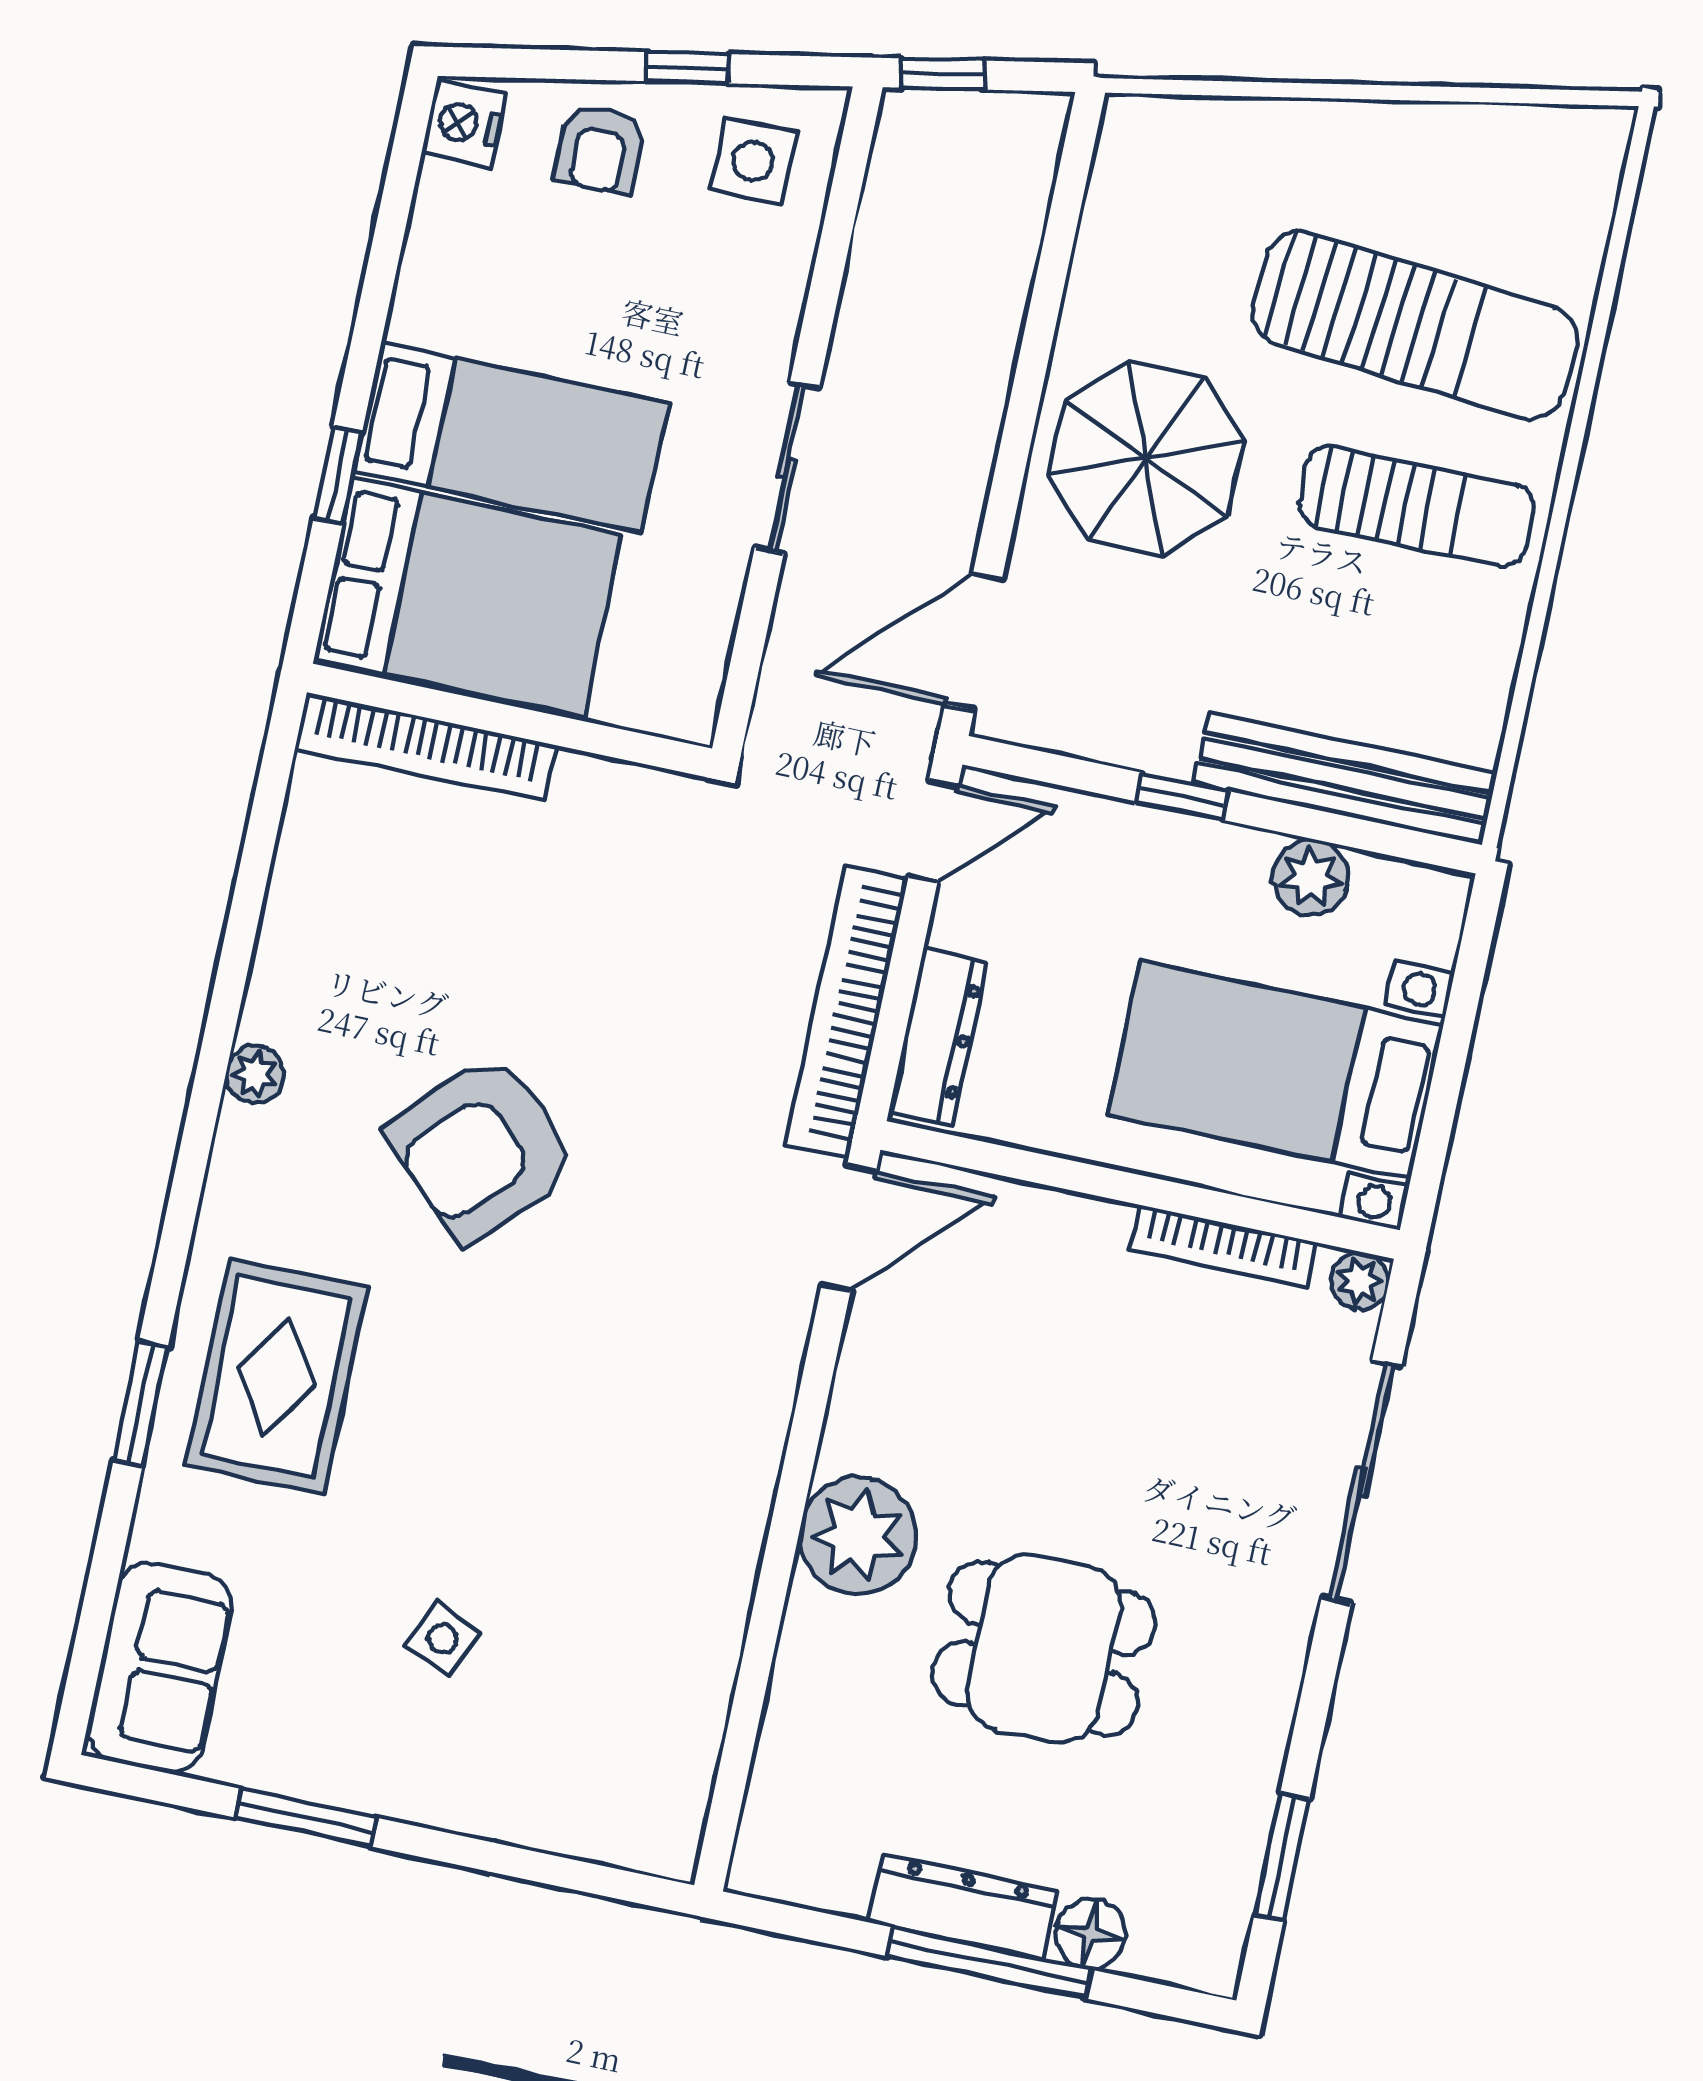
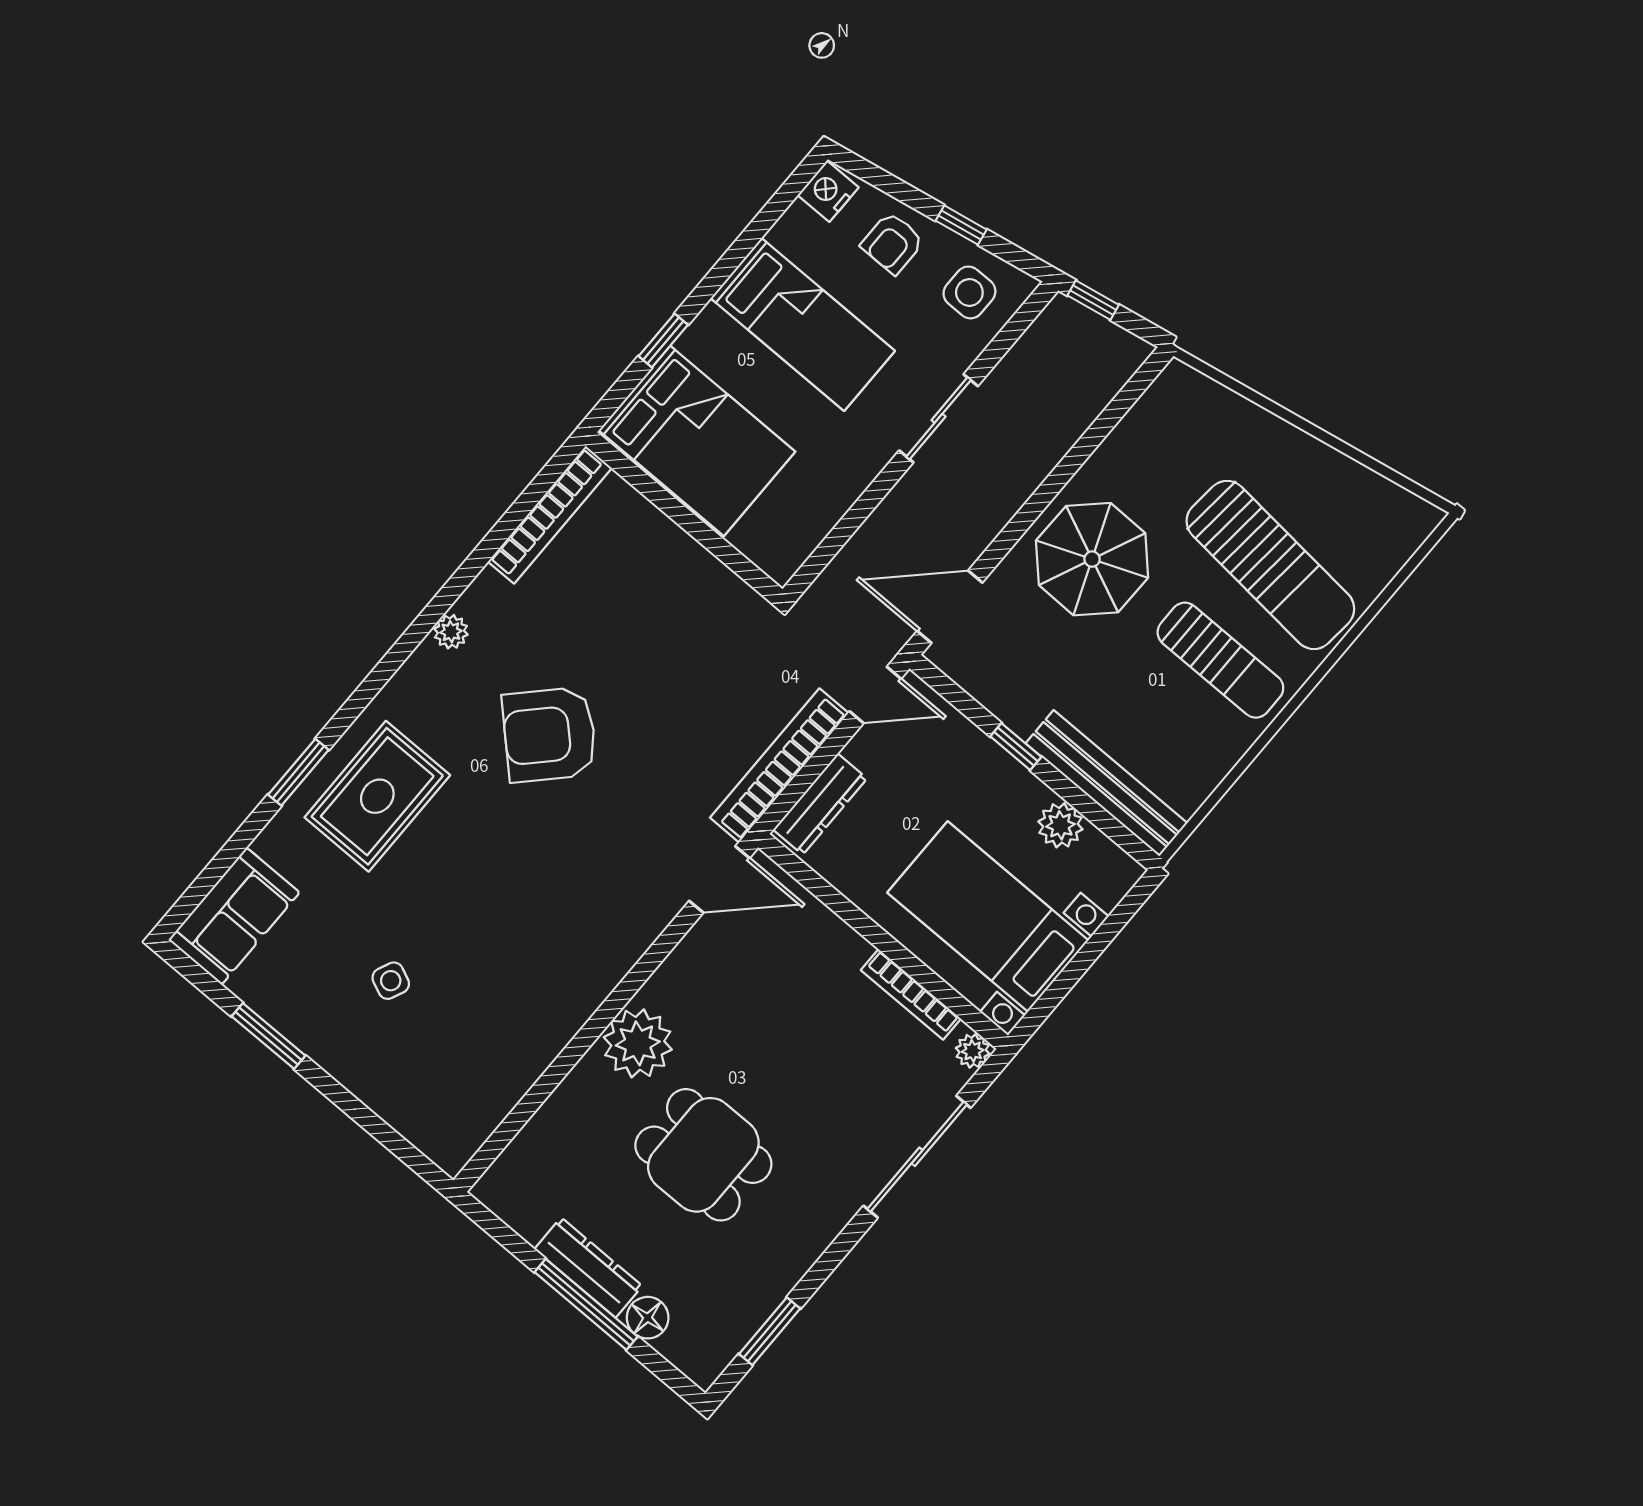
bed: (511, 437) -> (803, 324), moved
sliding door: (787, 468) -> (939, 418), moved
bookcase: (425, 747) -> (550, 515), moved, turned -90

